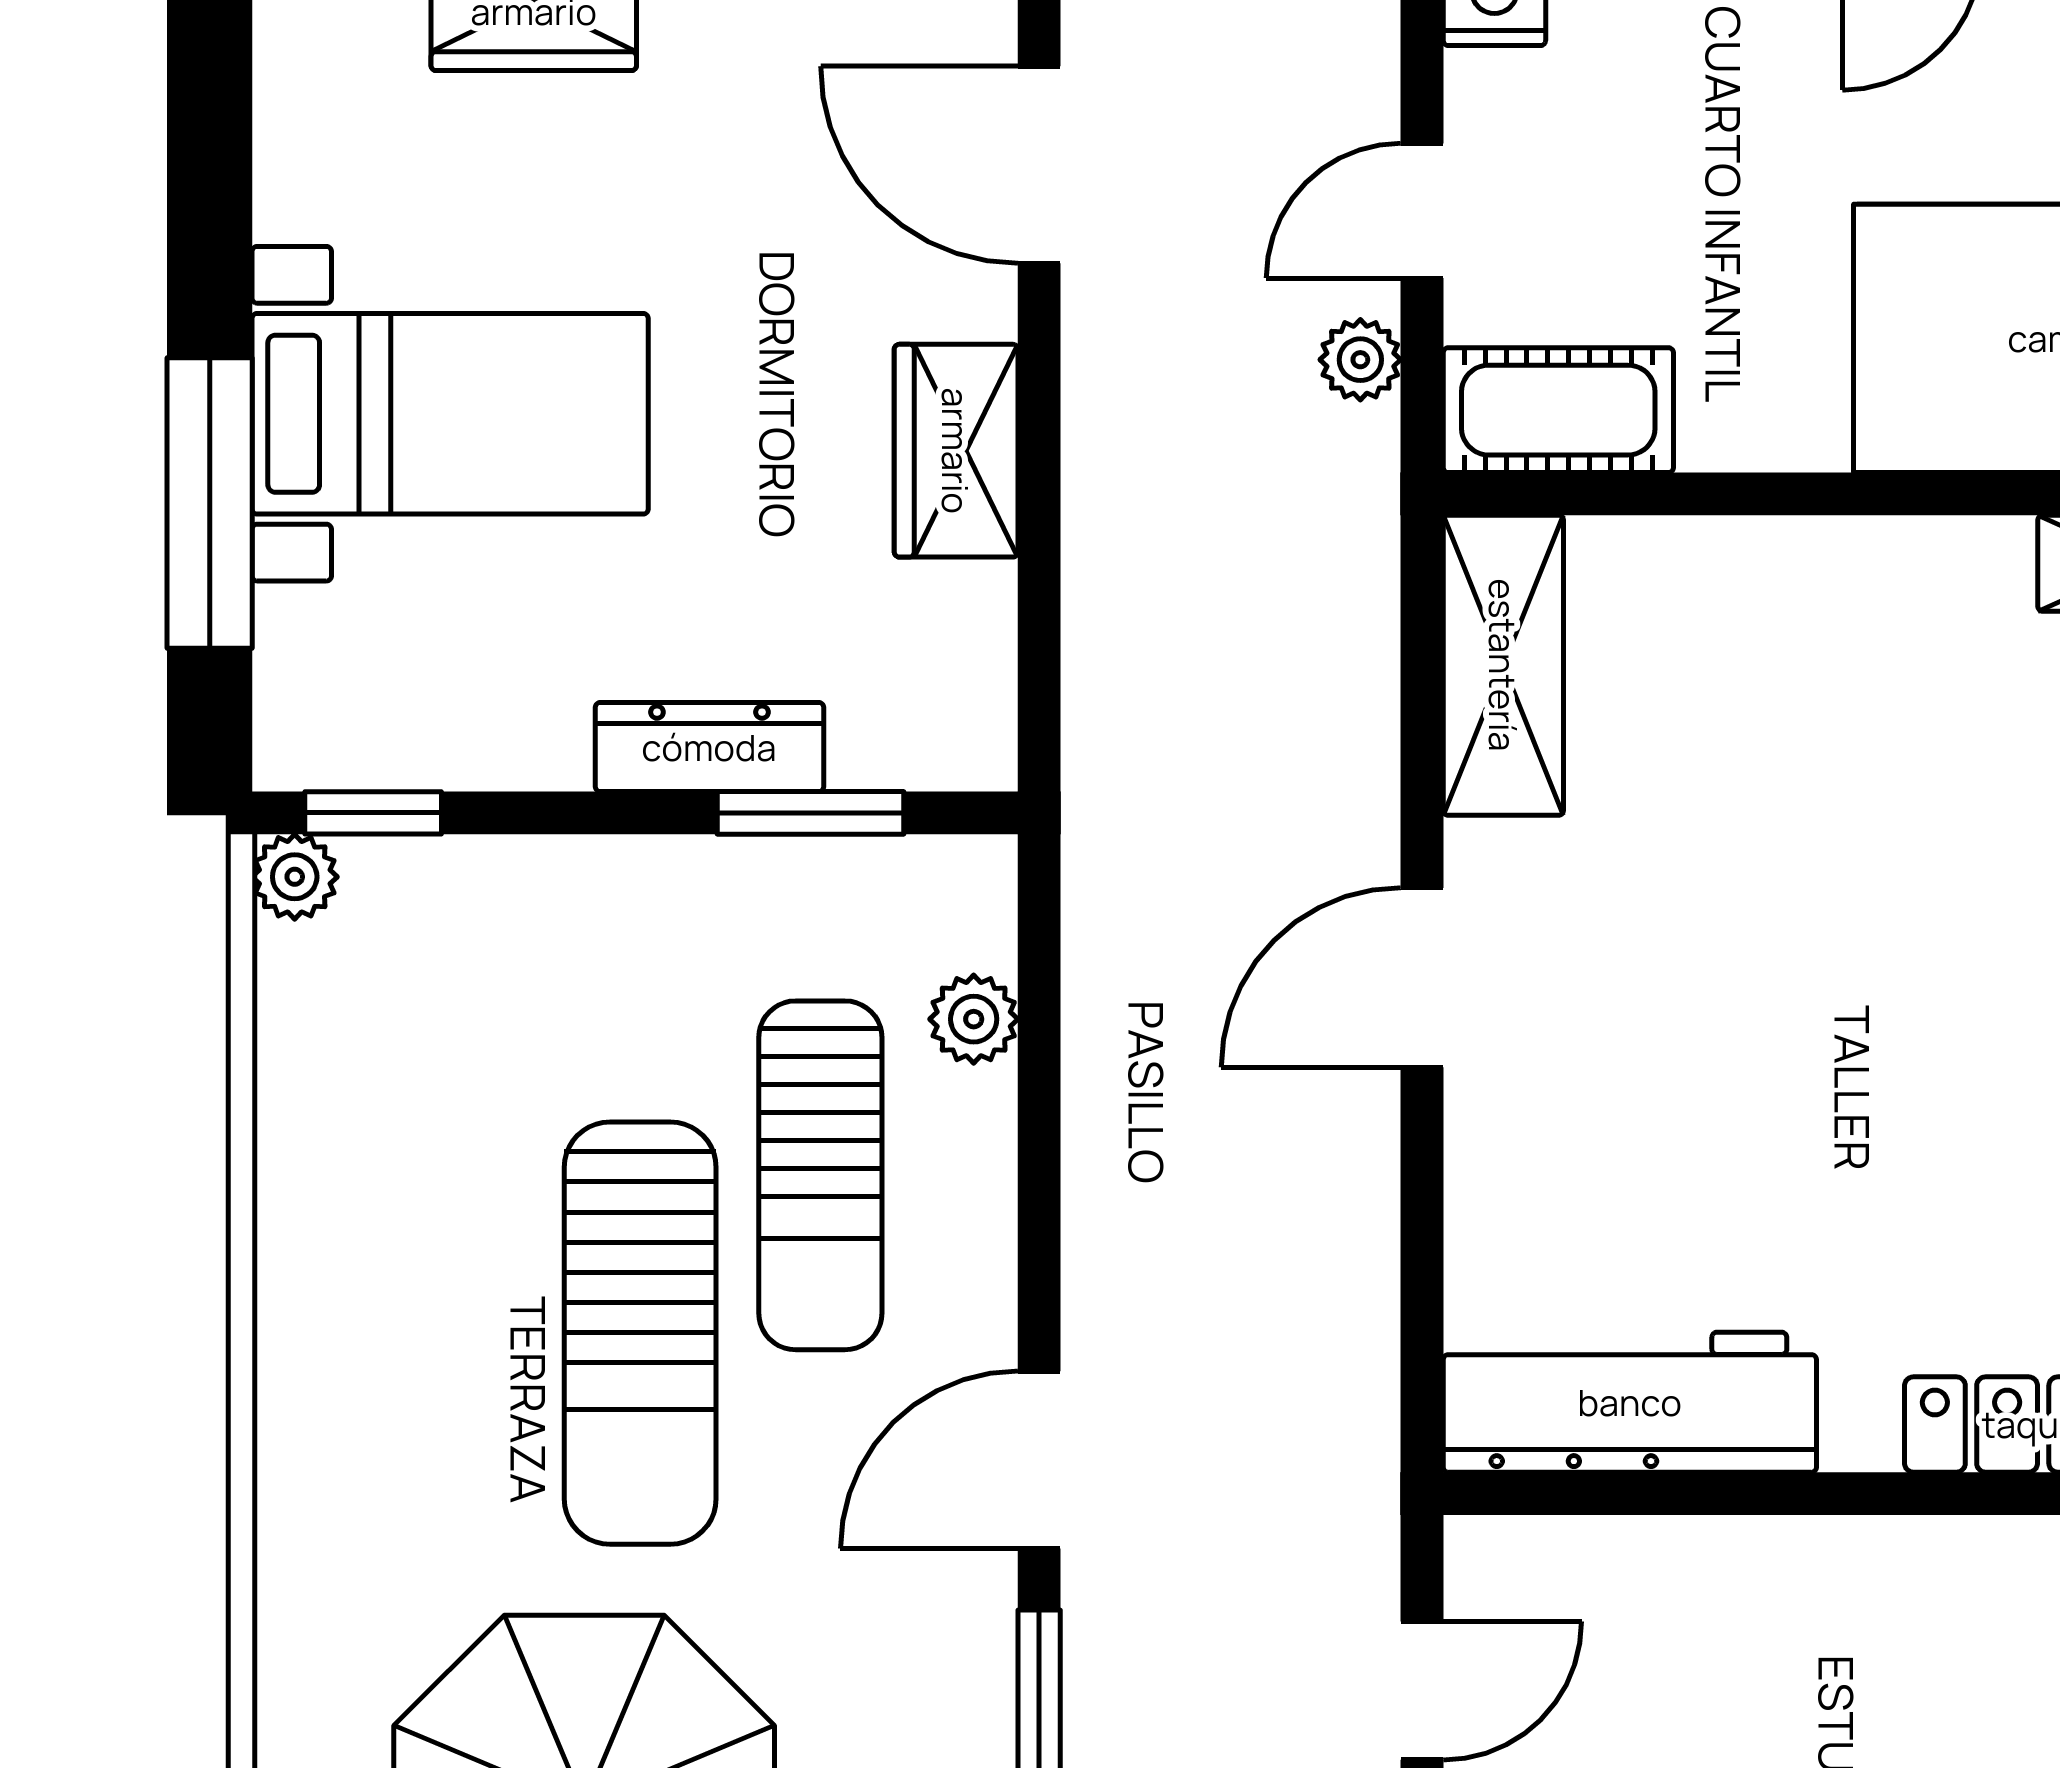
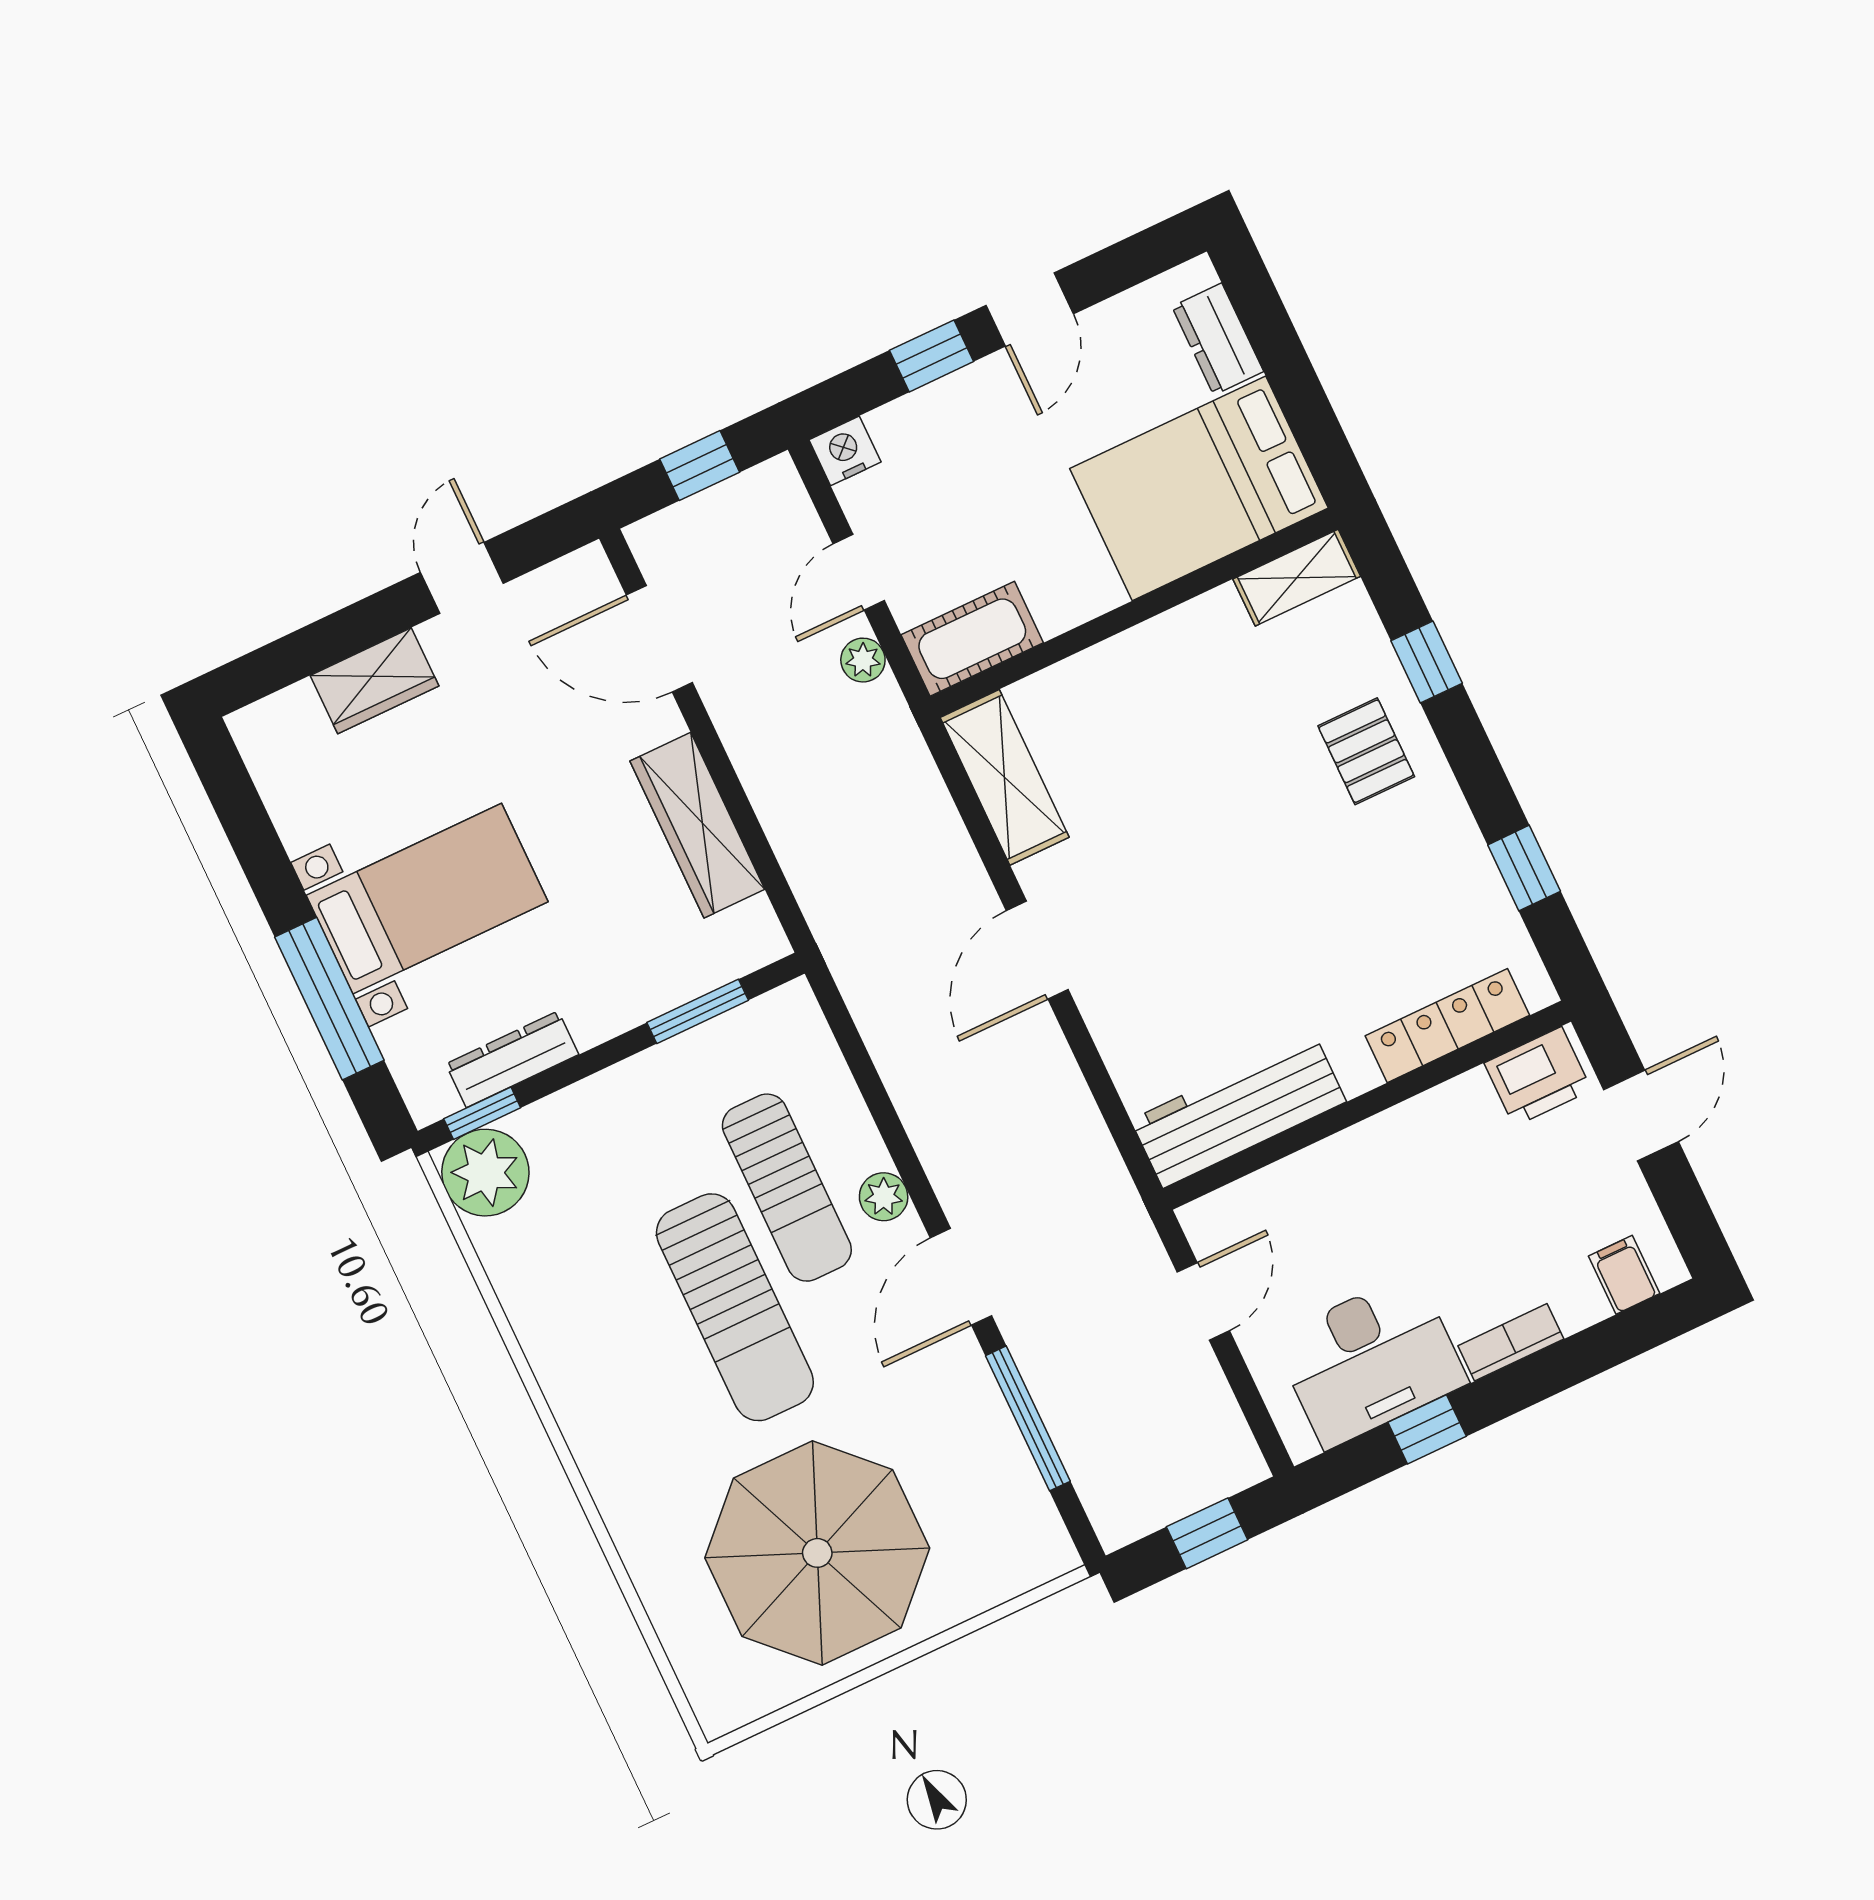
wardrobe: (956, 451) -> (697, 825), width x1.50
dresser: (709, 747) -> (512, 1059), moved
plant: (295, 877) -> (485, 1173), width x1.88, depth x1.88
plant: (974, 1019) -> (884, 1197), moved

